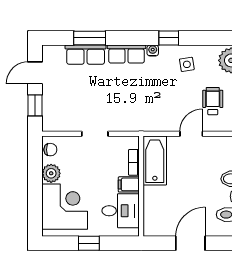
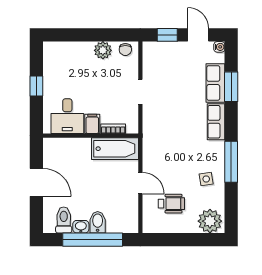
window: (169, 38) -> (231, 162), width x2.17
water cooler: (153, 50) -> (219, 47), moved
corner desk: (65, 207) -> (71, 63), removed

